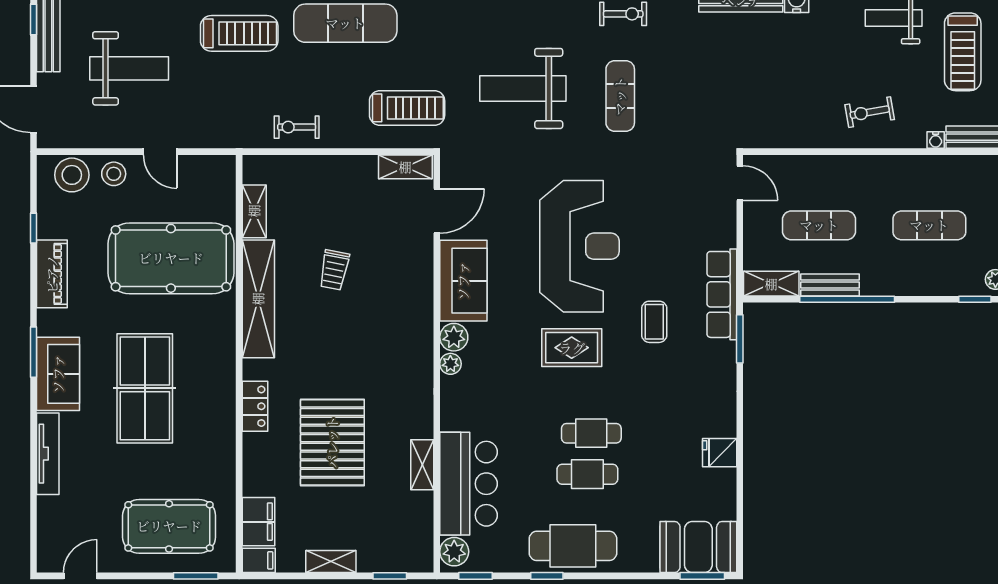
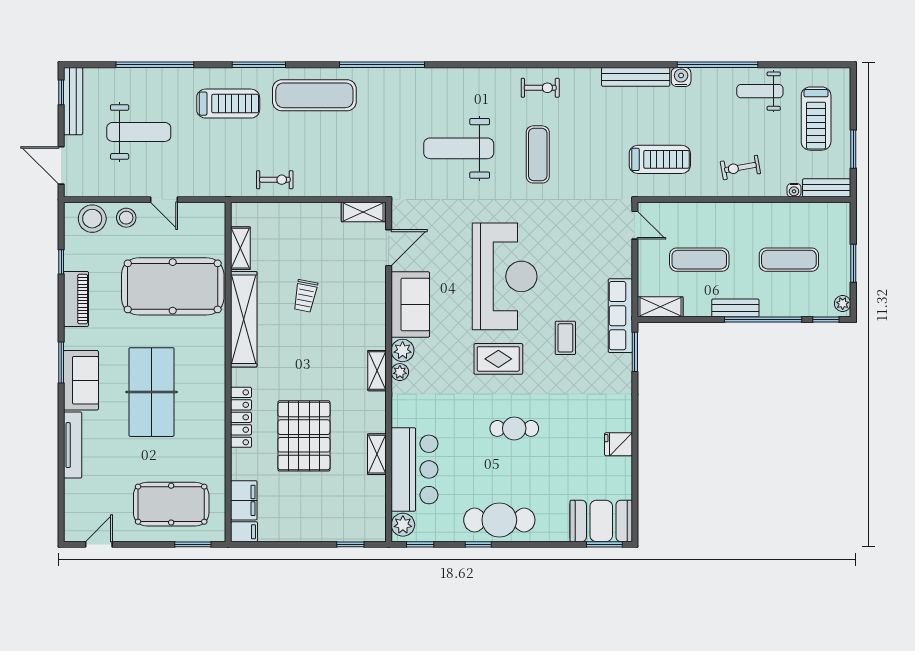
treadmill: (407, 108) -> (660, 159), moved
exercise bike: (297, 127) -> (275, 180), turned 180
bench: (830, 285) -> (735, 308), moved
window: (847, 299) -> (763, 320), moved
locker: (255, 406) -> (241, 417), width x1.53
cafe table: (587, 474) -> (511, 462), removed
shelving: (331, 561) -> (377, 371), moved, turned 90

